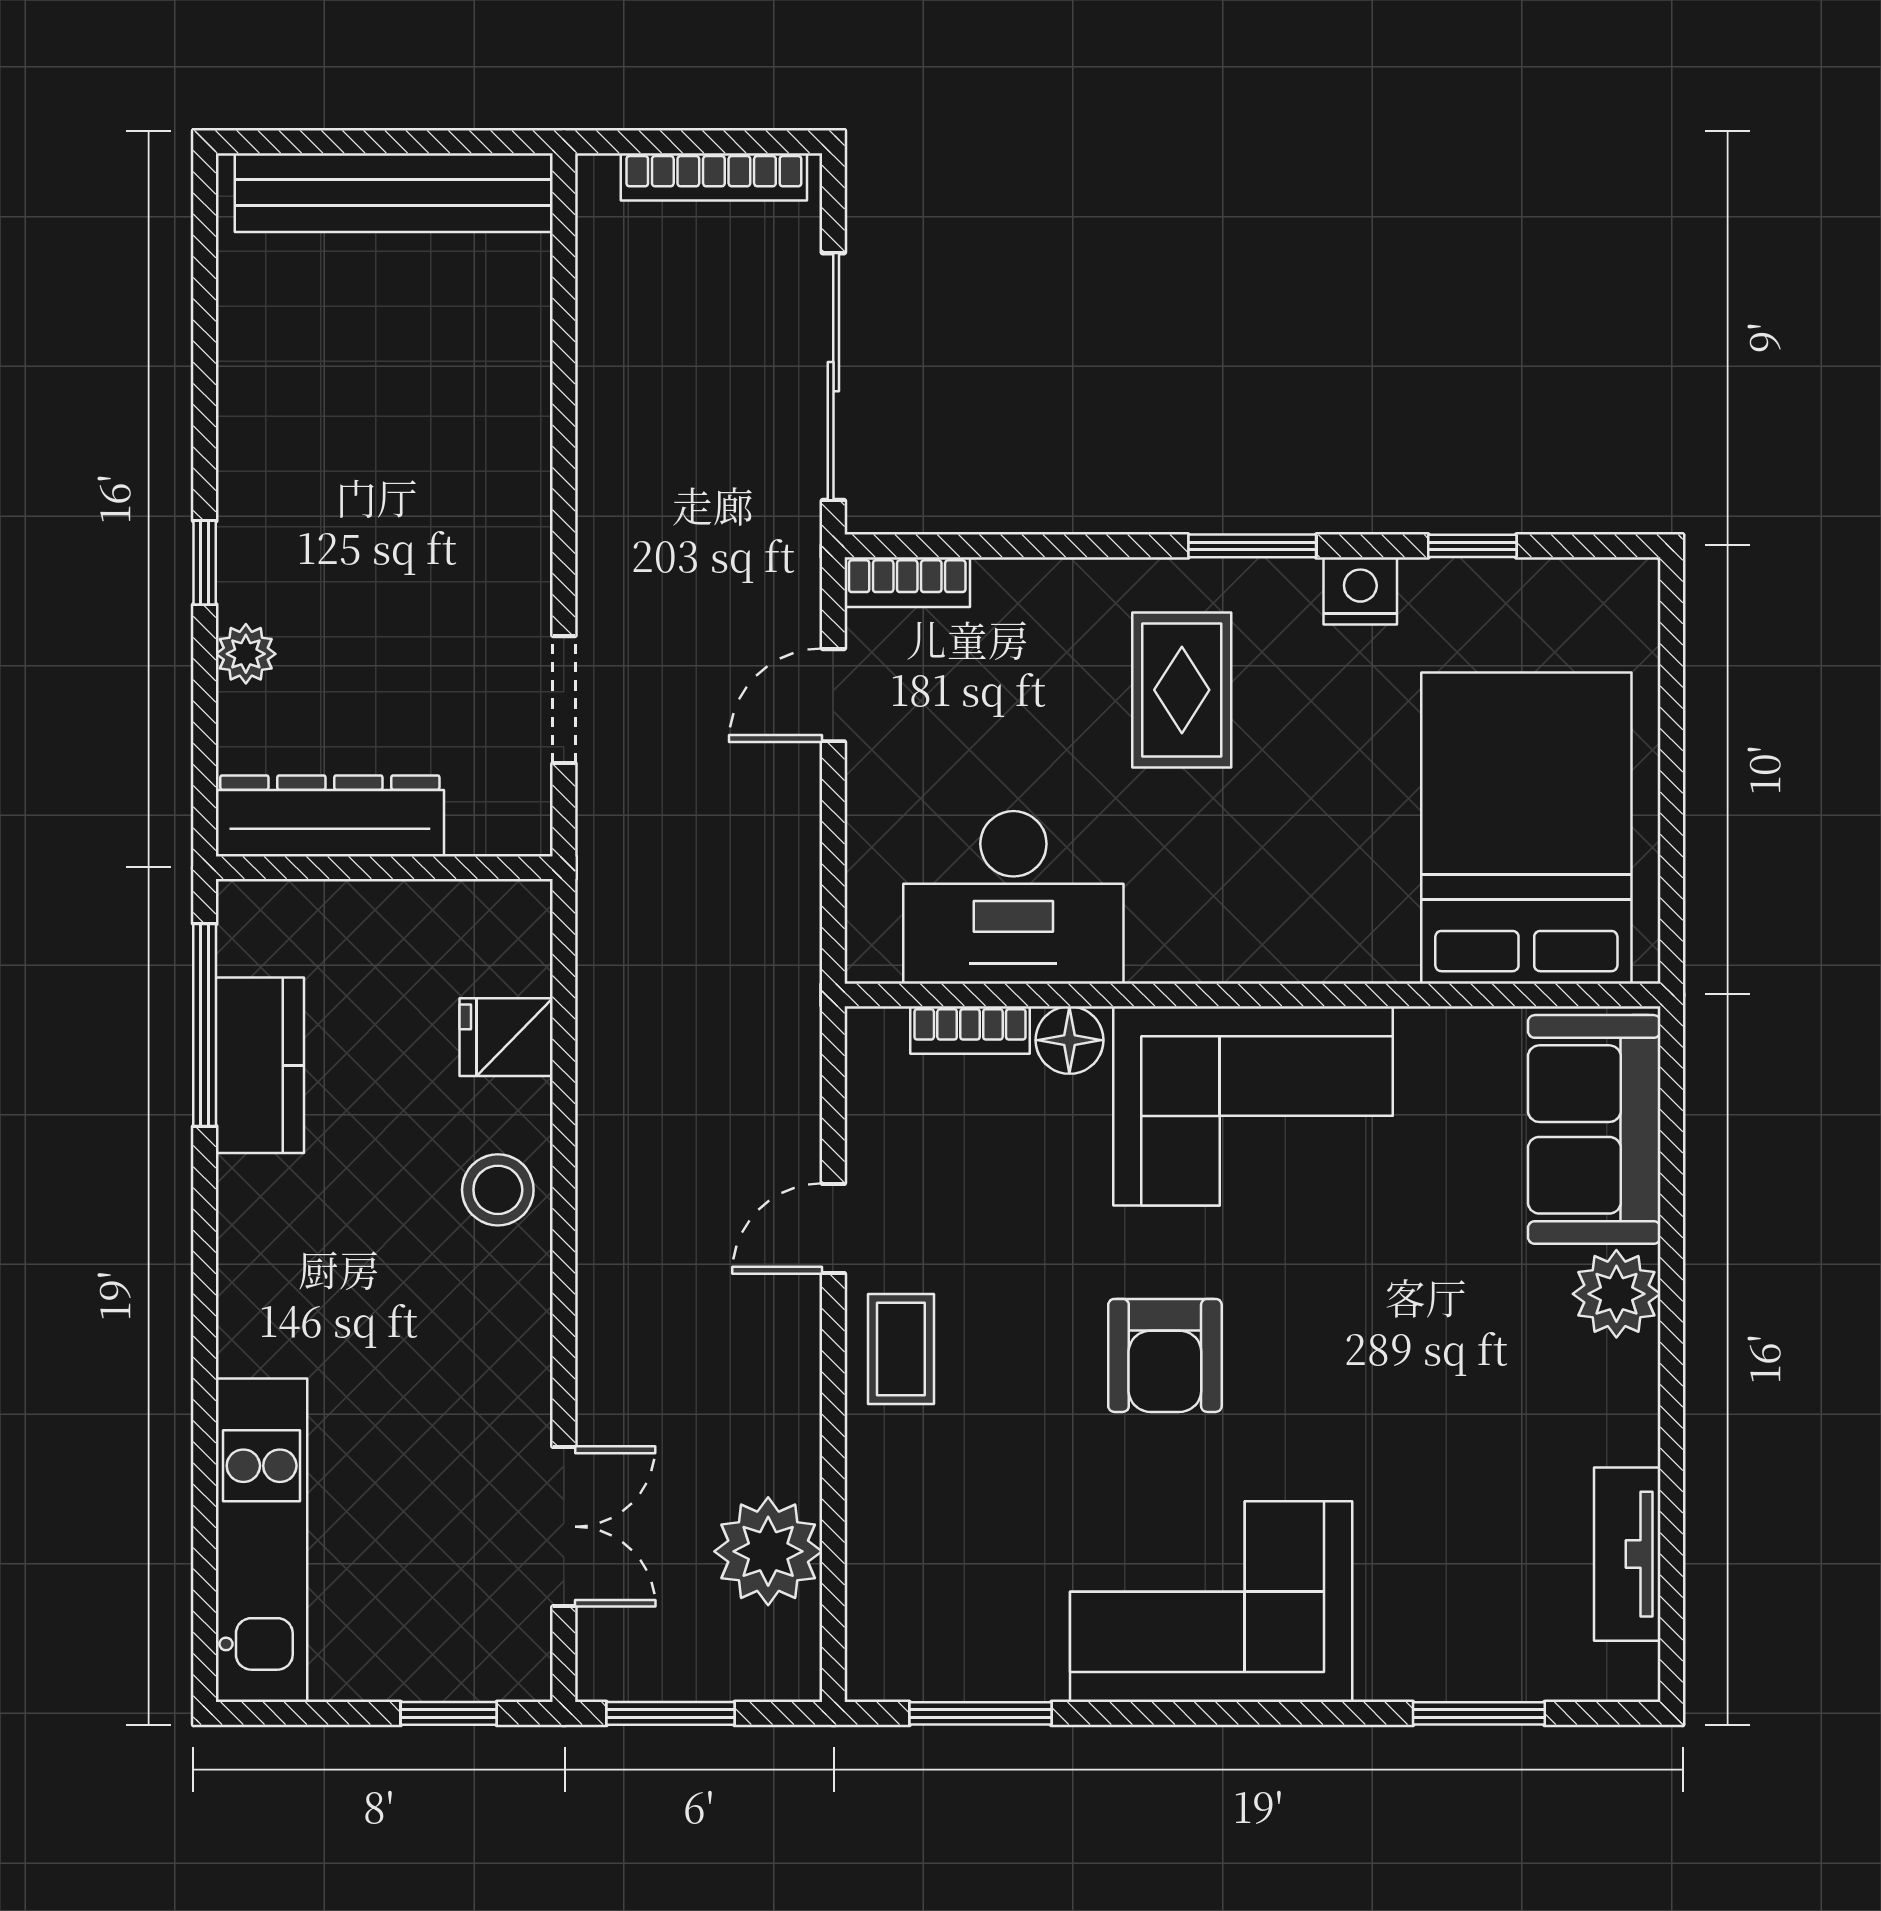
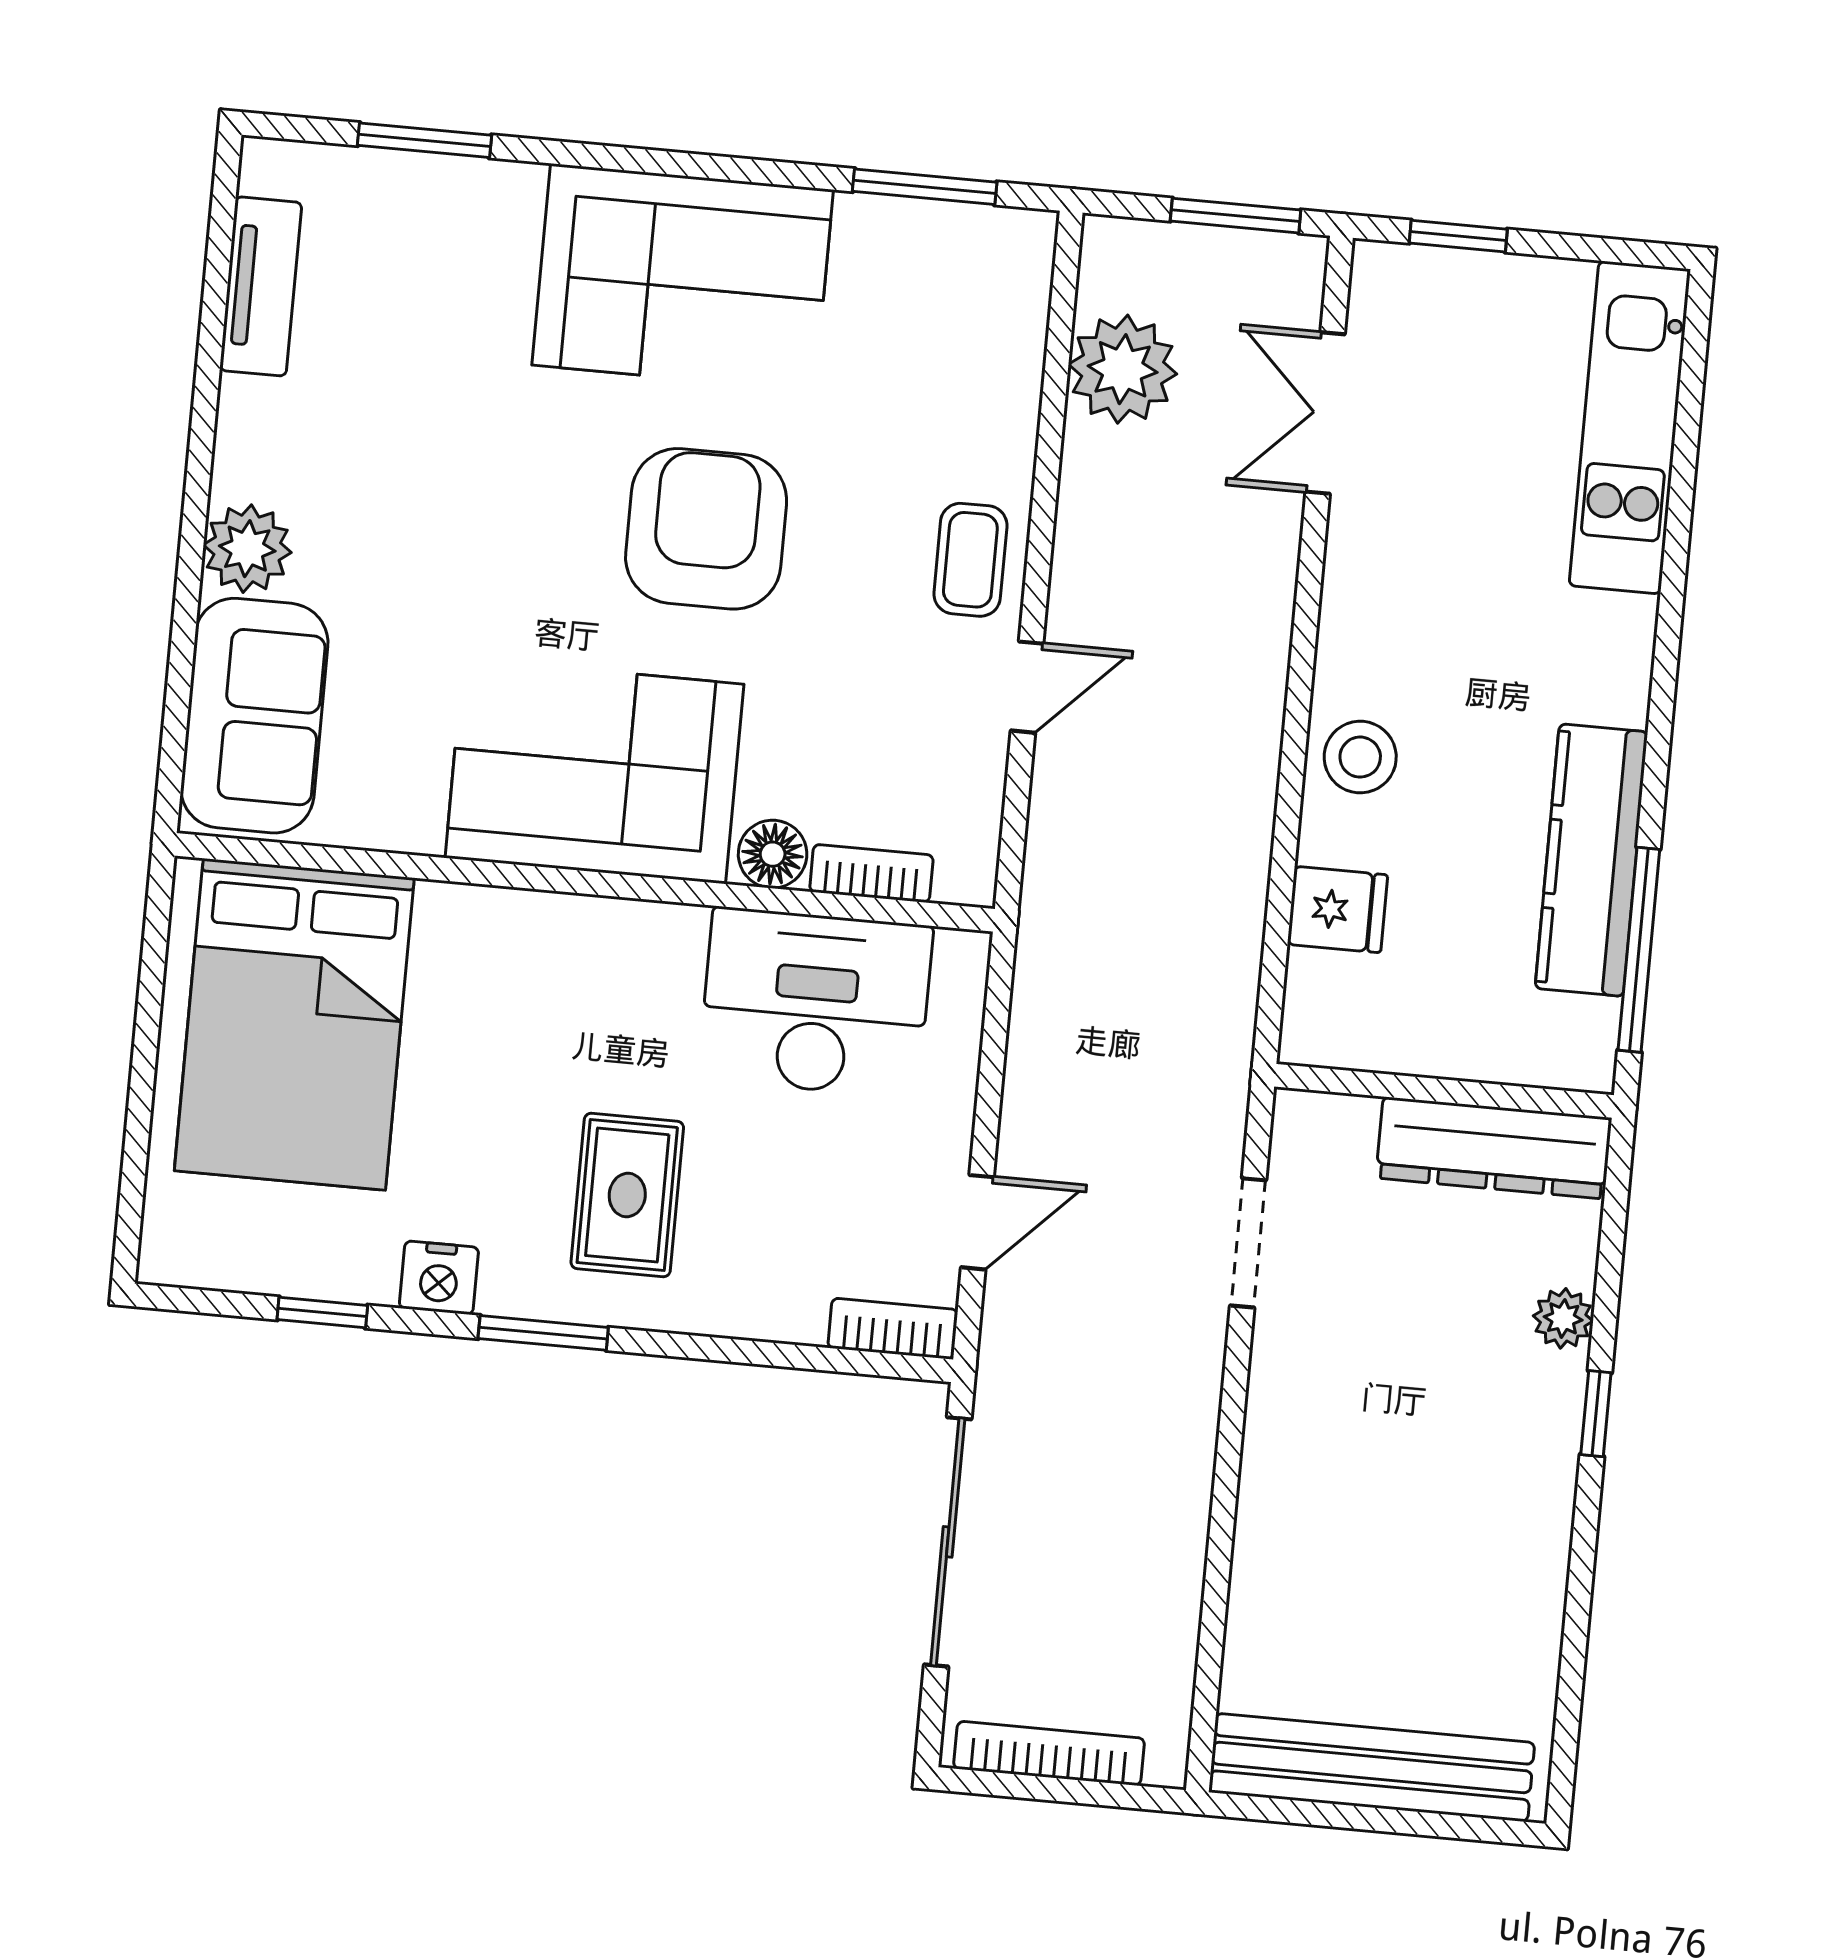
kitchen counter: (260, 1065) -> (1591, 860), width x1.50
armchair: (1165, 1355) -> (706, 529), width x1.36, depth x1.36

